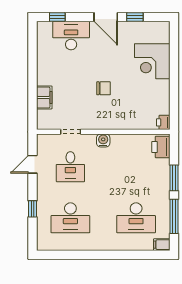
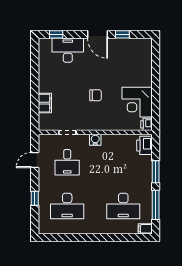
corner desk: (152, 61) -> (137, 102), moved

